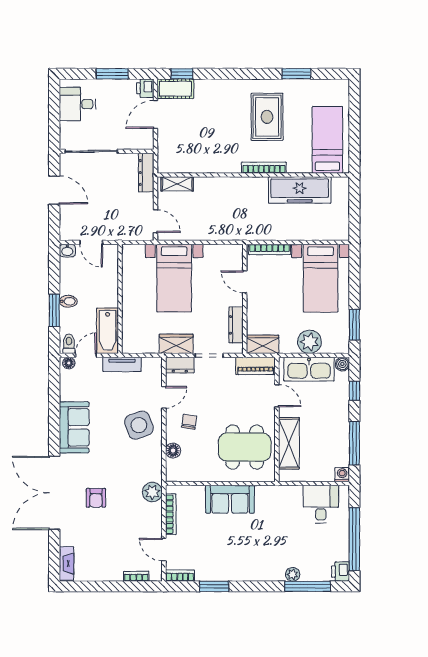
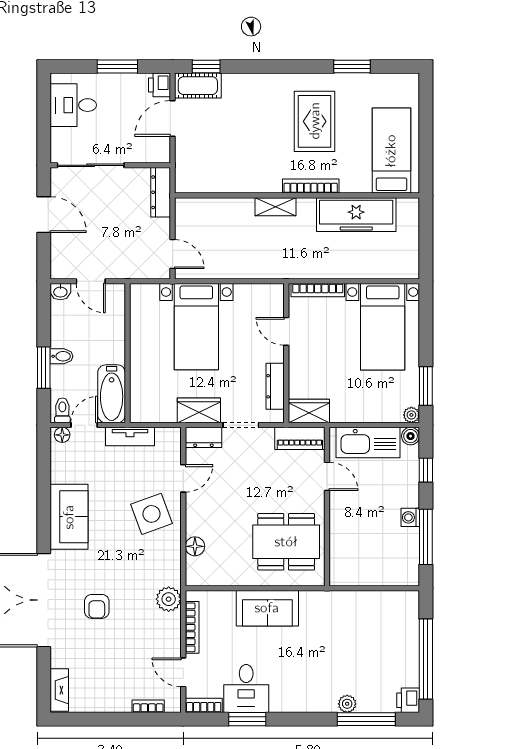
shelving: (177, 184) -> (275, 207), moved
plant: (309, 342) -> (411, 415), moved, width x0.53, depth x0.53
chair: (189, 422) -> (215, 510), removed
shelving: (289, 443) -> (342, 537), removed
washing machine: (342, 475) -> (410, 517), moved, turned -90
desk: (321, 504) -> (246, 689), moved, turned 180

